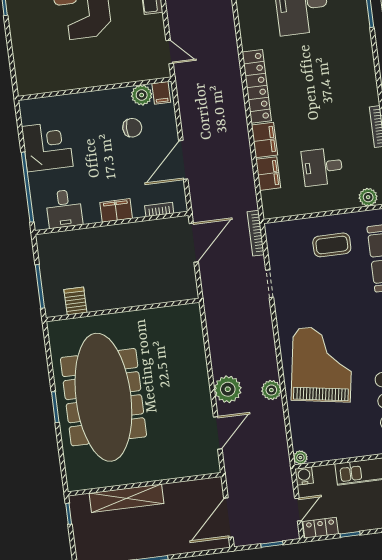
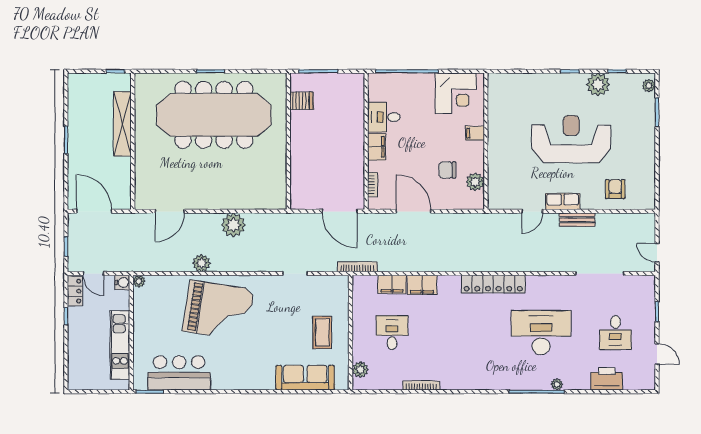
door: (170, 52) -> (532, 211), moved
locker: (257, 86) -> (493, 284), moved
filing cabinet: (161, 93) -> (475, 133), moved
chair: (132, 128) -> (447, 170), turned 90
corner desk: (47, 146) -> (456, 93), moved
desk: (64, 209) -> (384, 117), moved
bookcase: (256, 233) -> (357, 267), moved
plant: (228, 389) -> (233, 225), moved
door: (218, 433) -> (170, 211), hinge flipped

